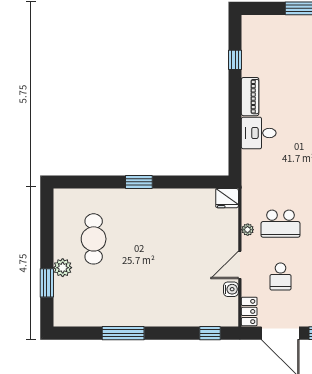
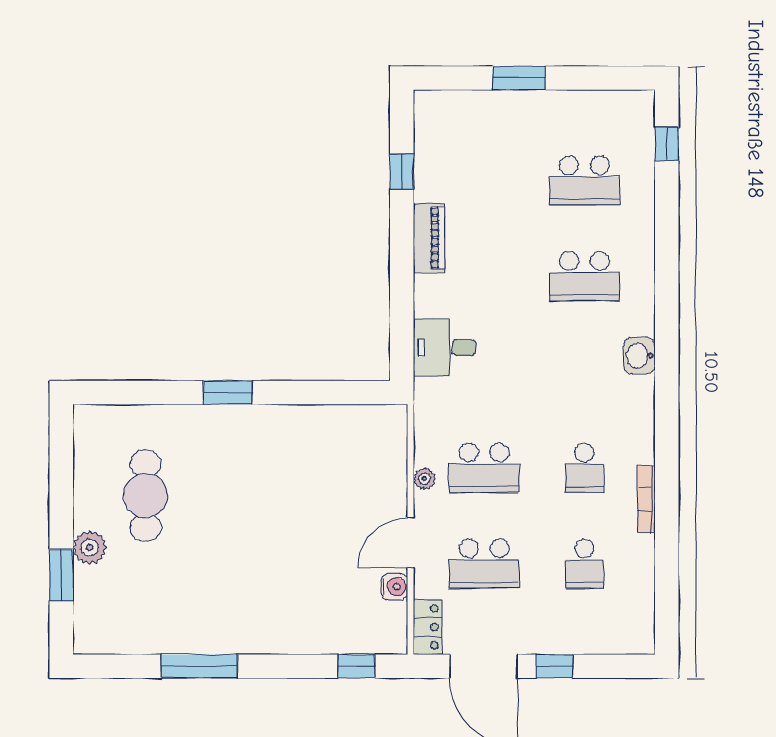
desk: (259, 133) -> (445, 347), moved
fridge: (227, 198) -> (387, 422), removed
school desk: (281, 277) -> (484, 564), width x1.85

